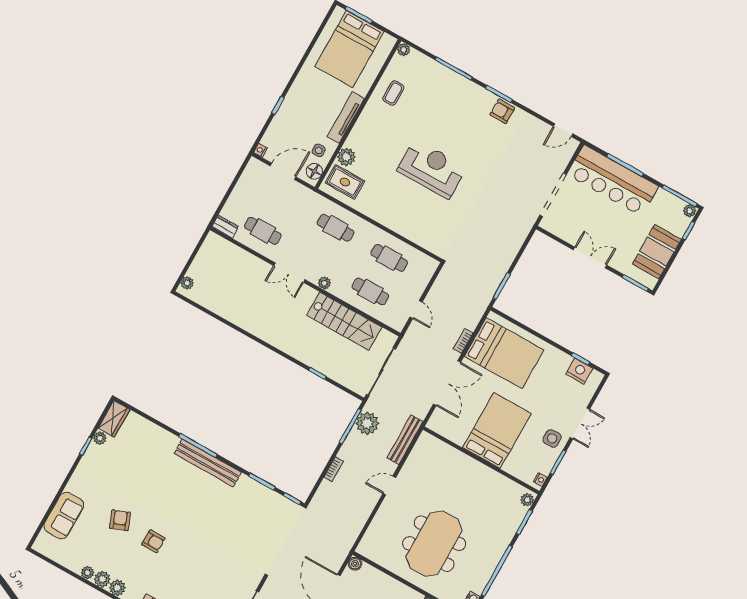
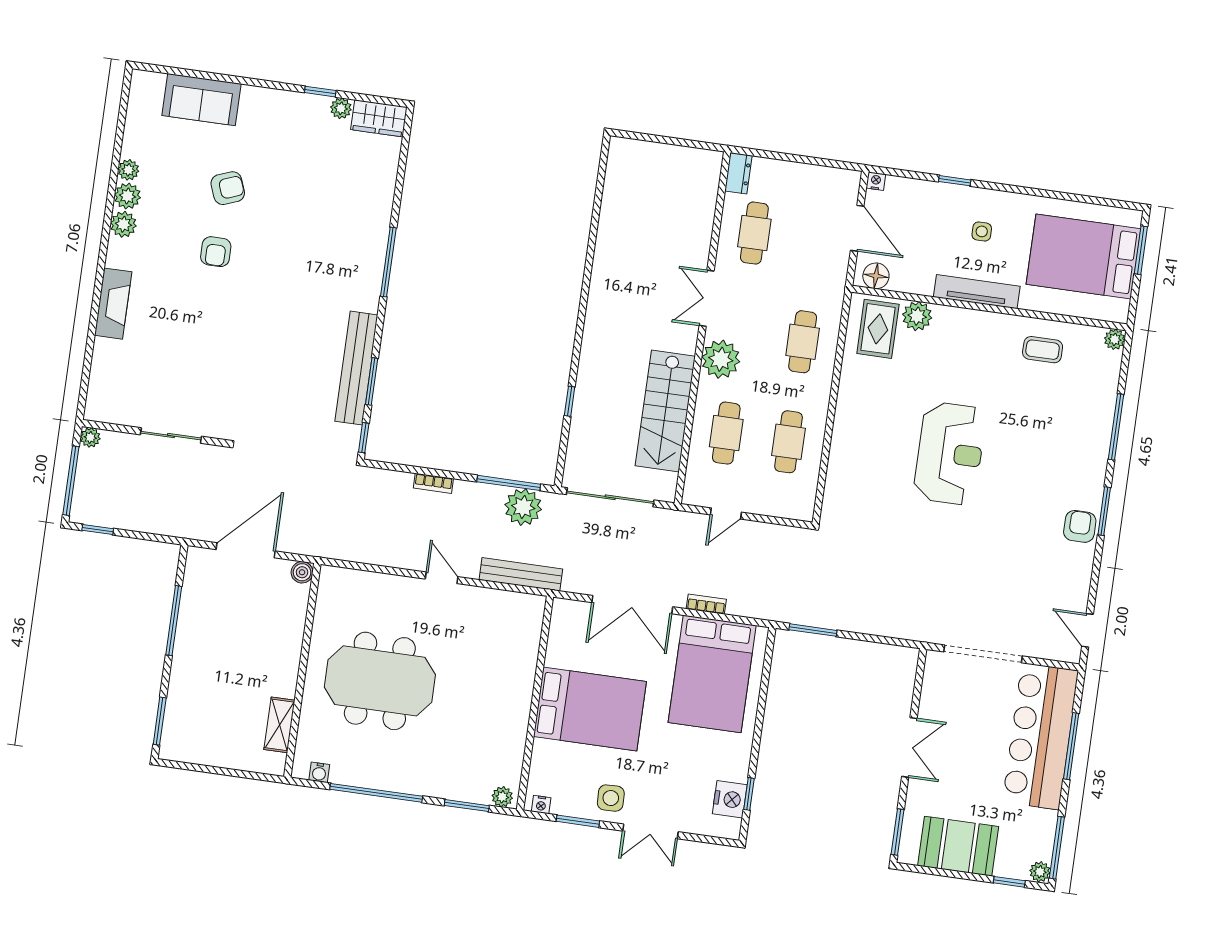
side table: (319, 150) -> (982, 231), moved
plant: (187, 283) -> (630, 149), removed
plant: (324, 283) -> (721, 359), width x1.88, depth x1.88
bench: (208, 463) -> (356, 368), moved

